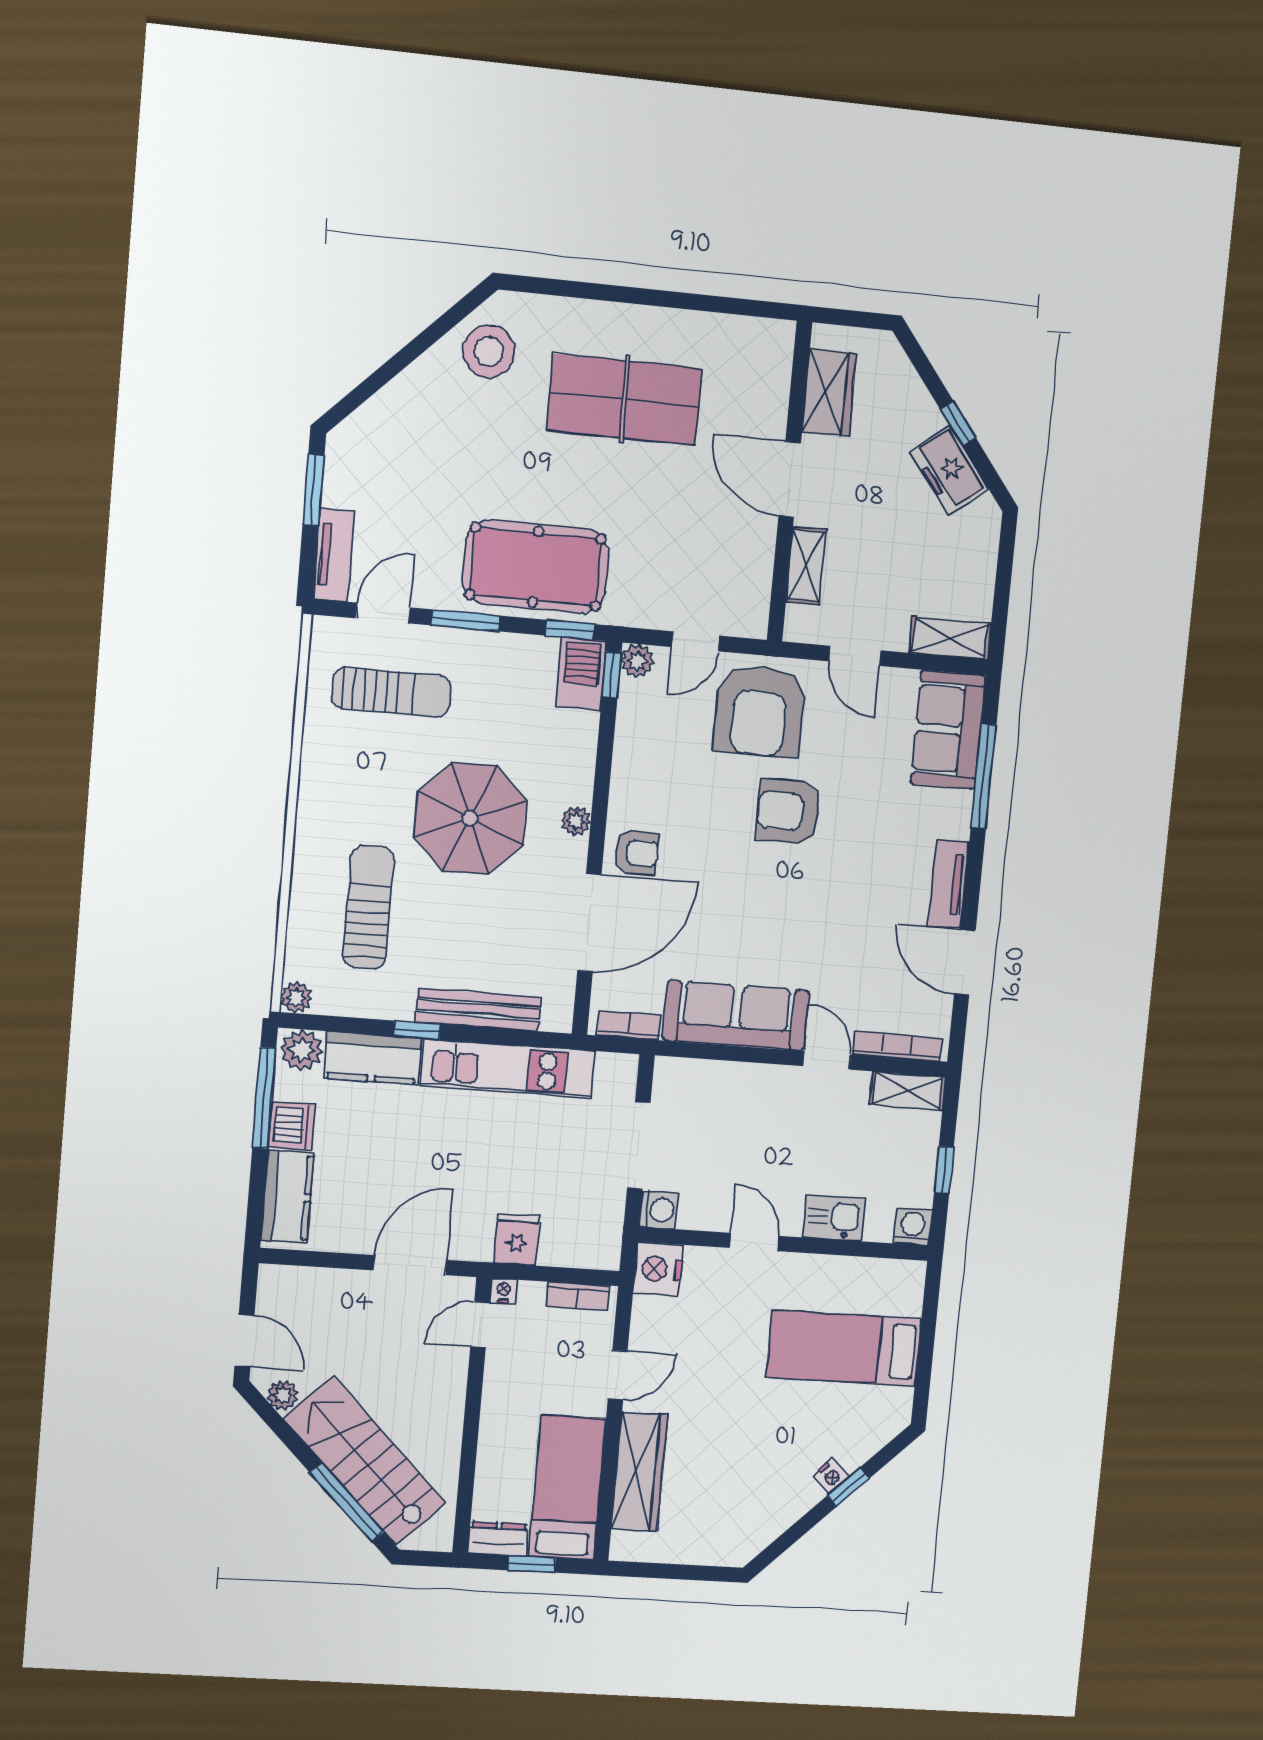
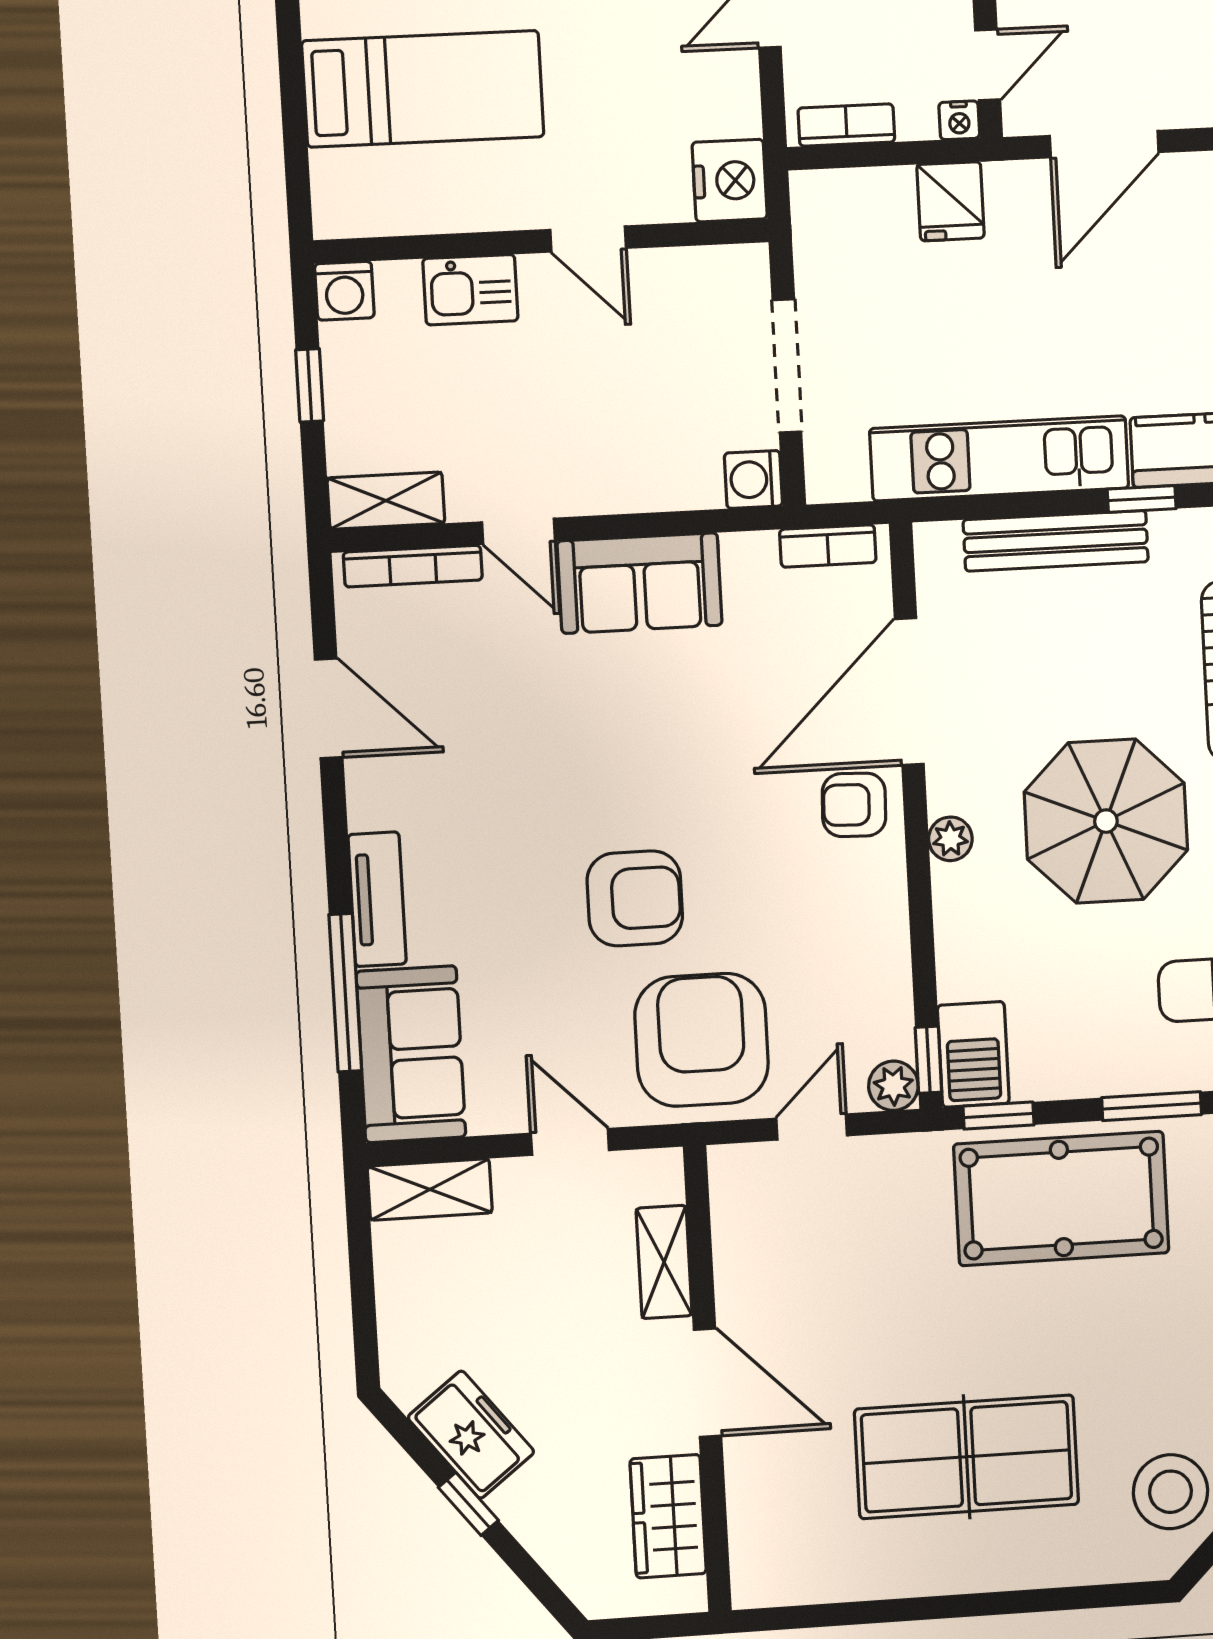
tv unit: (949, 884) -> (377, 899), moved
sofa: (736, 1016) -> (640, 583), width x0.73
washing machine: (659, 1210) -> (753, 479), moved

